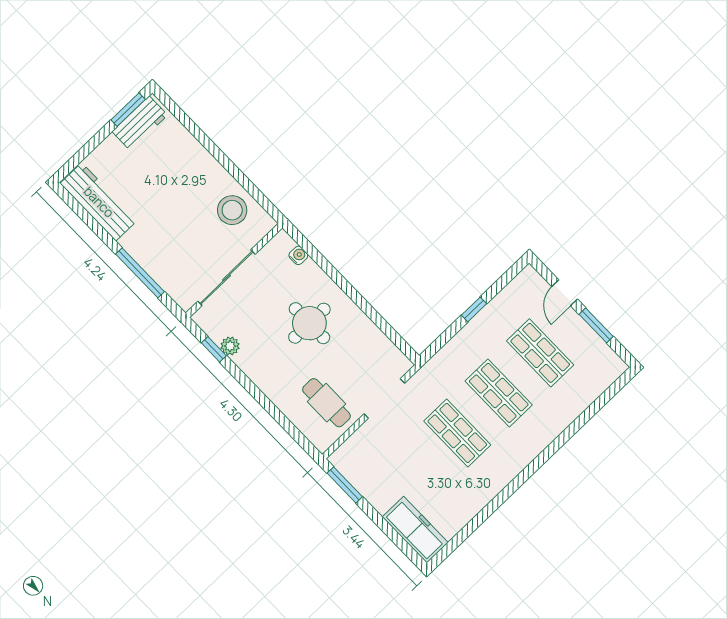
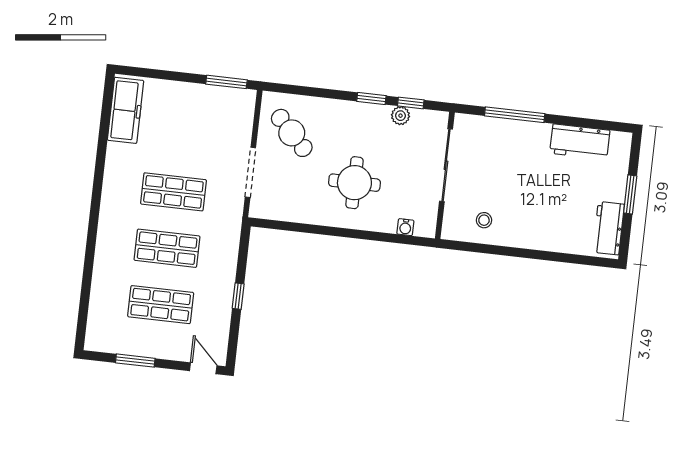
window: (128, 110) -> (630, 194), moved
workbench: (99, 202) -> (580, 142), width x0.73
stool: (232, 210) -> (484, 220), width x0.53, depth x0.53
door: (565, 293) -> (203, 368), moved
window: (242, 378) -> (371, 98), added
cafe table: (326, 403) -> (292, 133), turned 46
freezer: (415, 530) -> (126, 110), moved, turned -90

